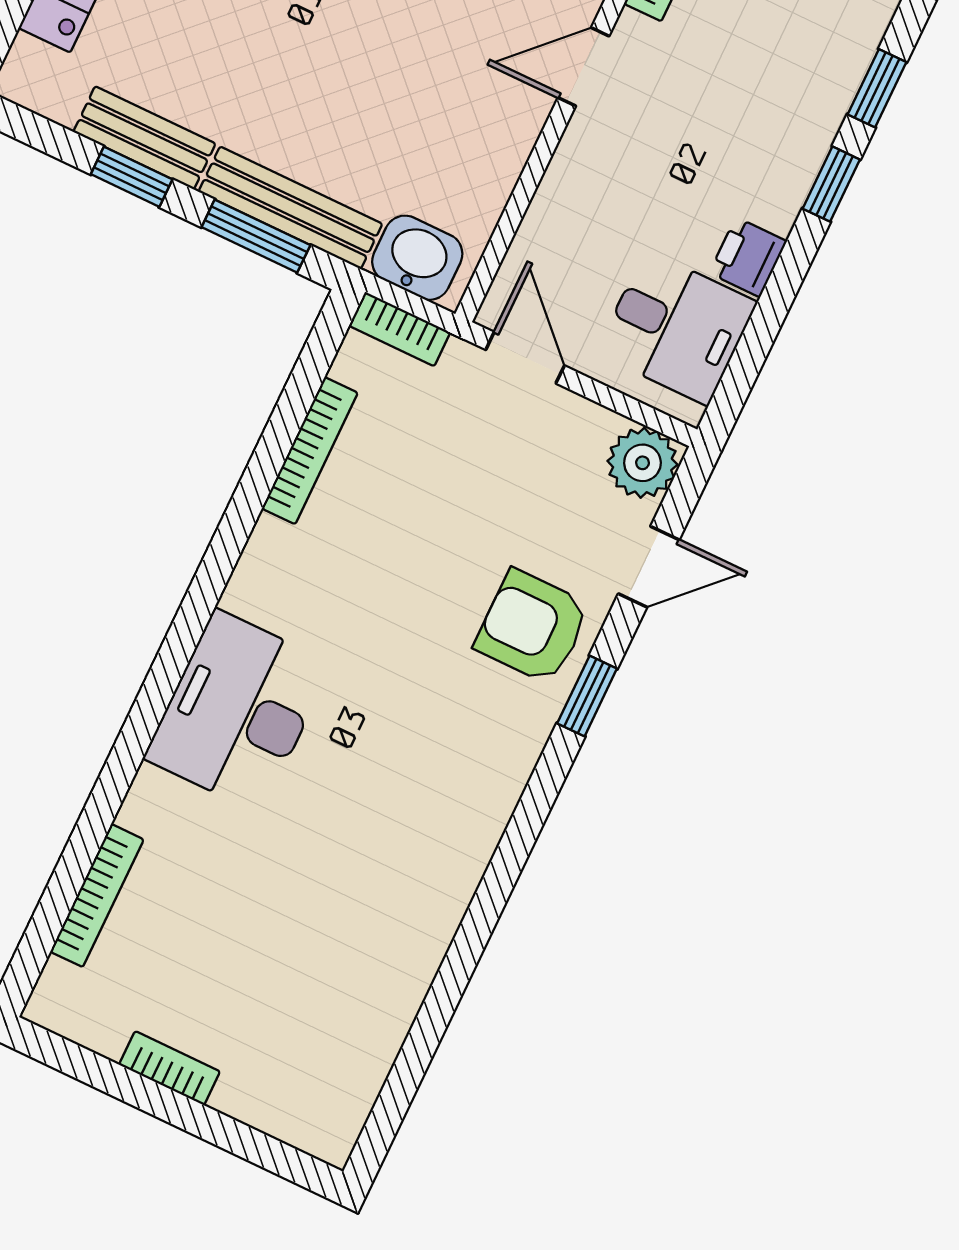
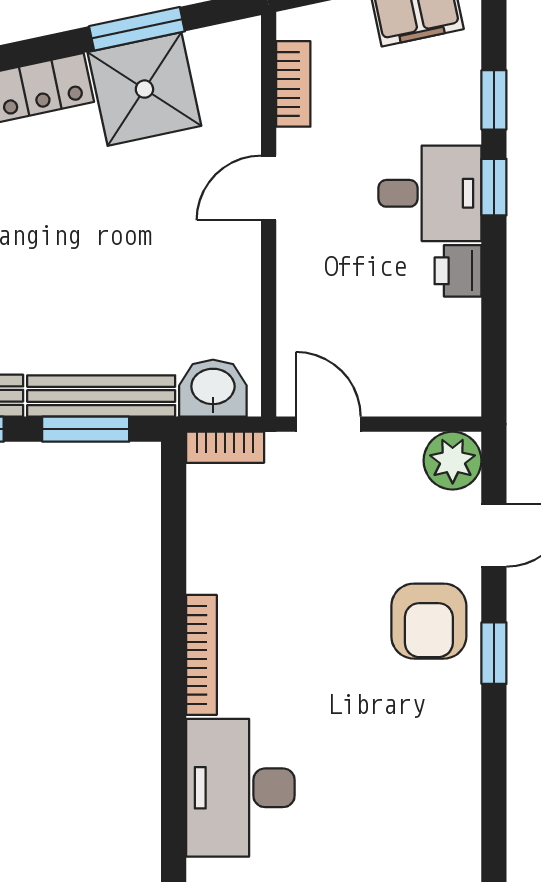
desk: (677, 328) -> (430, 193), moved
bookcase: (310, 451) -> (202, 655), moved
armchair: (532, 627) -> (429, 621), turned -90

